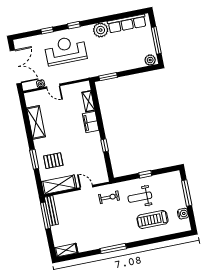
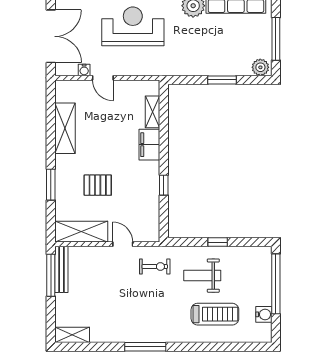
window: (108, 77) -> (222, 80), moved
pallet: (53, 161) -> (98, 185), moved
window: (187, 193) -> (276, 284), width x1.46
treadmill: (153, 219) -> (215, 314), turned 180

